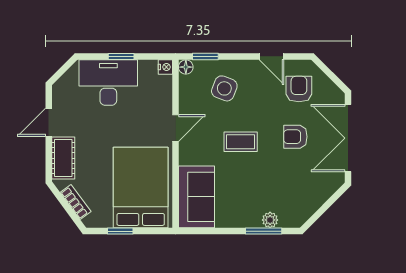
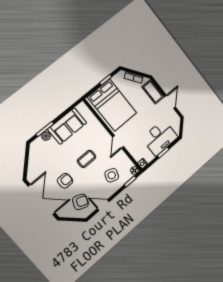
armchair: (299, 89) -> (80, 202), turned -69
sofa: (196, 197) -> (67, 126), moved, turned -90

